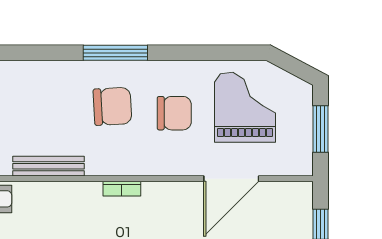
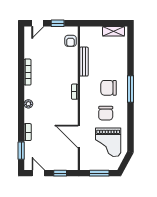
chair: (112, 106) -> (109, 88), turned 93
grand piano: (245, 107) -> (108, 142), turned 90

